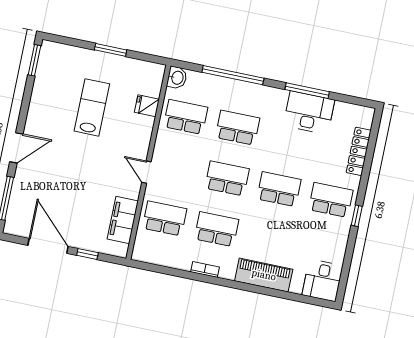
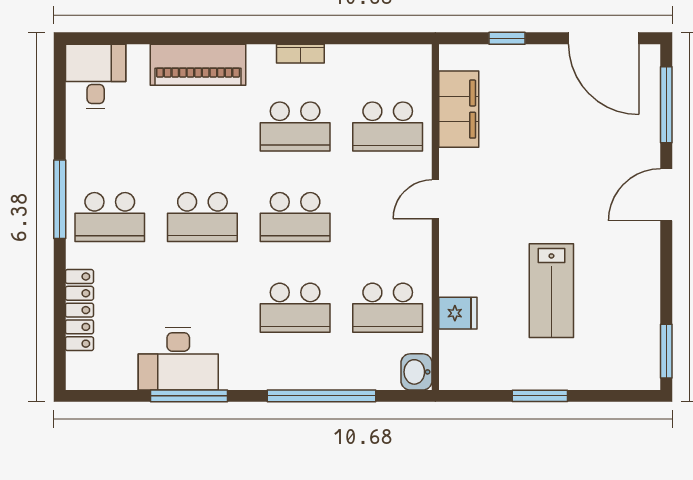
door: (146, 172) -> (435, 199), swing flipped
window: (357, 216) -> (60, 199), width x2.17
door: (48, 246) -> (604, 38), moved

